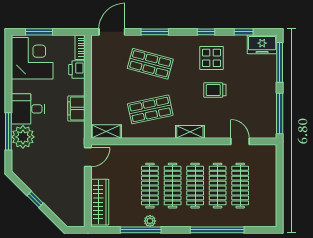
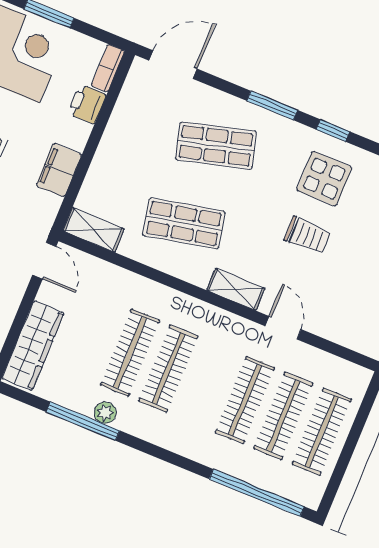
window: (155, 32) -> (272, 105), moved
shop shelf: (150, 64) -> (216, 146), turned -30
trolley: (215, 90) -> (307, 236), turned 180
door: (240, 141) -> (283, 328), moved
door: (88, 157) -> (44, 261), hinge flipped
clothes rail: (195, 186) -> (322, 432), moved
window: (217, 230) -> (257, 493), moved

